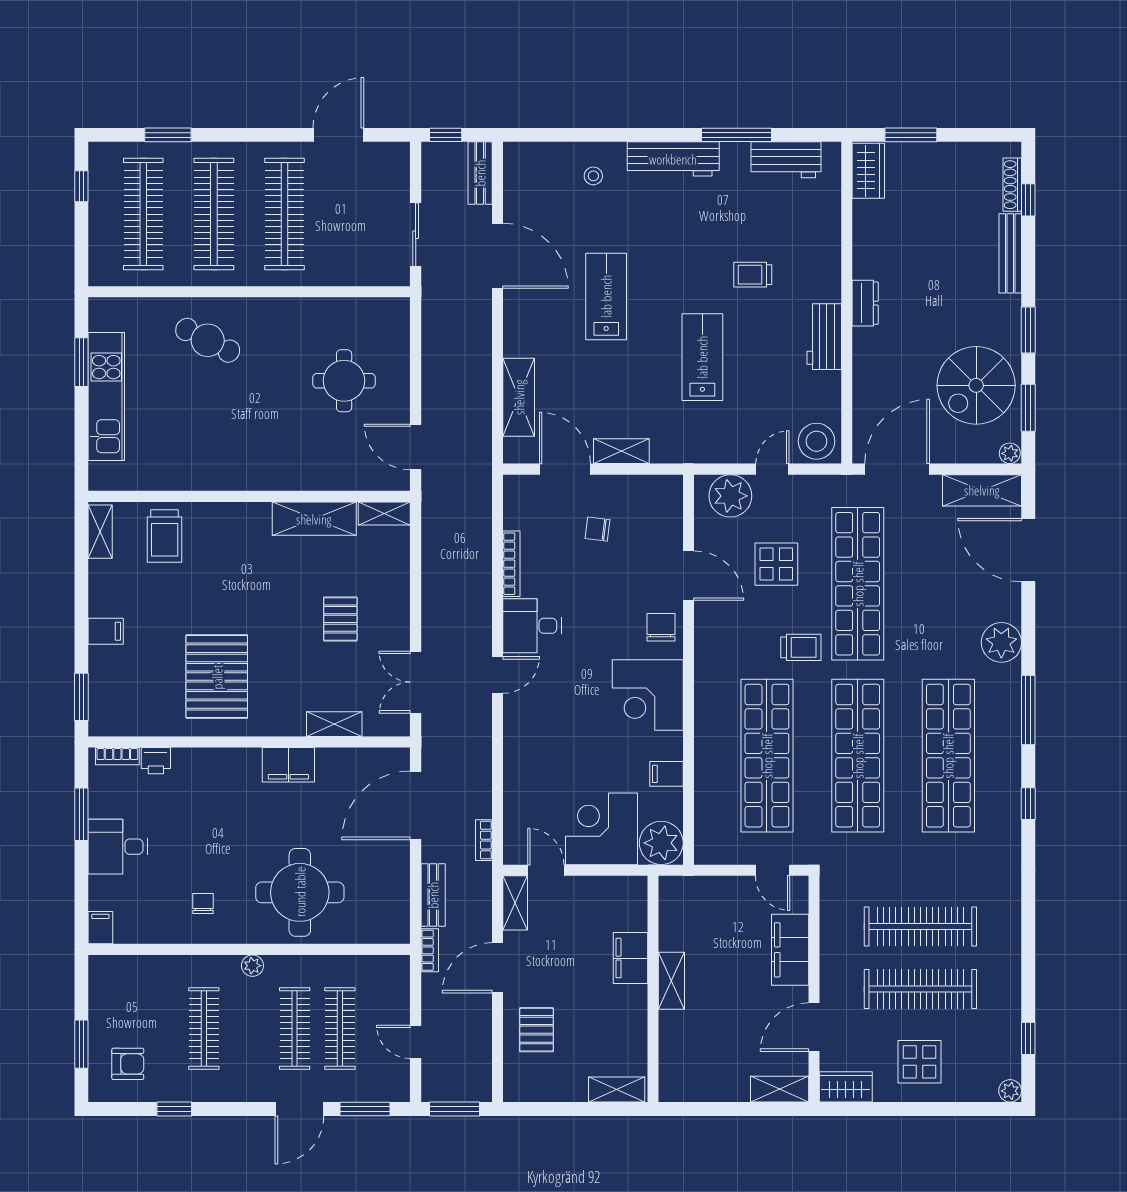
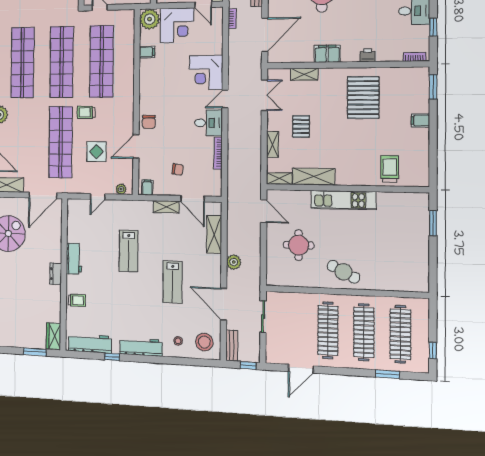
window: (737, 135) -> (112, 357), width x0.46
workbench: (786, 160) -> (90, 344), width x1.38
trolley: (753, 275) -> (77, 300), moved
cafe table: (208, 340) -> (343, 272), moved
plant: (477, 342) -> (234, 262), added
window: (81, 362) -> (433, 223), moved
kitchen unit: (106, 396) -> (343, 200), moved, turned -90
stool: (817, 441) -> (204, 342), moved
filing cabinet: (663, 491) -> (147, 187), added
plant: (730, 496) -> (121, 189), width x0.53, depth x0.53
shelving: (100, 532) -> (273, 144), moved
door: (689, 576) -> (136, 147), hinge flipped
corner desk: (648, 695) -> (206, 73), moved, turned 180
printer: (156, 761) -> (368, 55), moved
window: (81, 814) -> (433, 27), width x0.67

